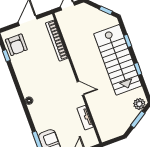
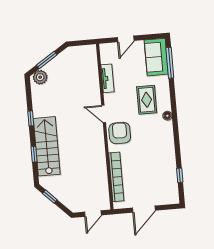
armchair: (16, 45) -> (120, 133), moved
stairs: (118, 60) -> (47, 146), width x0.73, depth x0.66
rug: (49, 109) -> (147, 100), added

